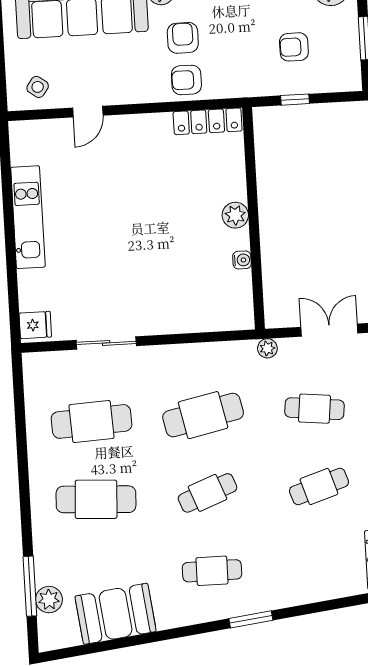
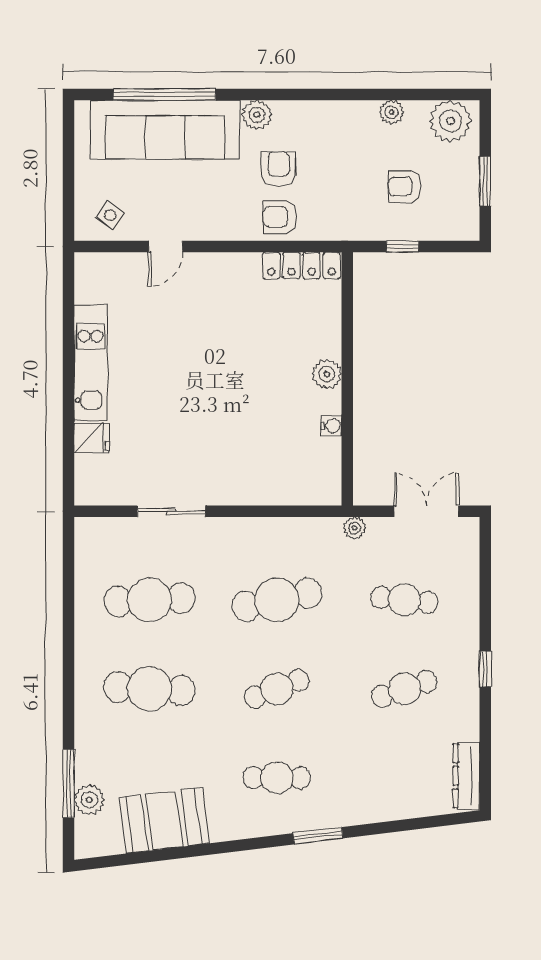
fridge: (35, 325) -> (92, 438), moved

